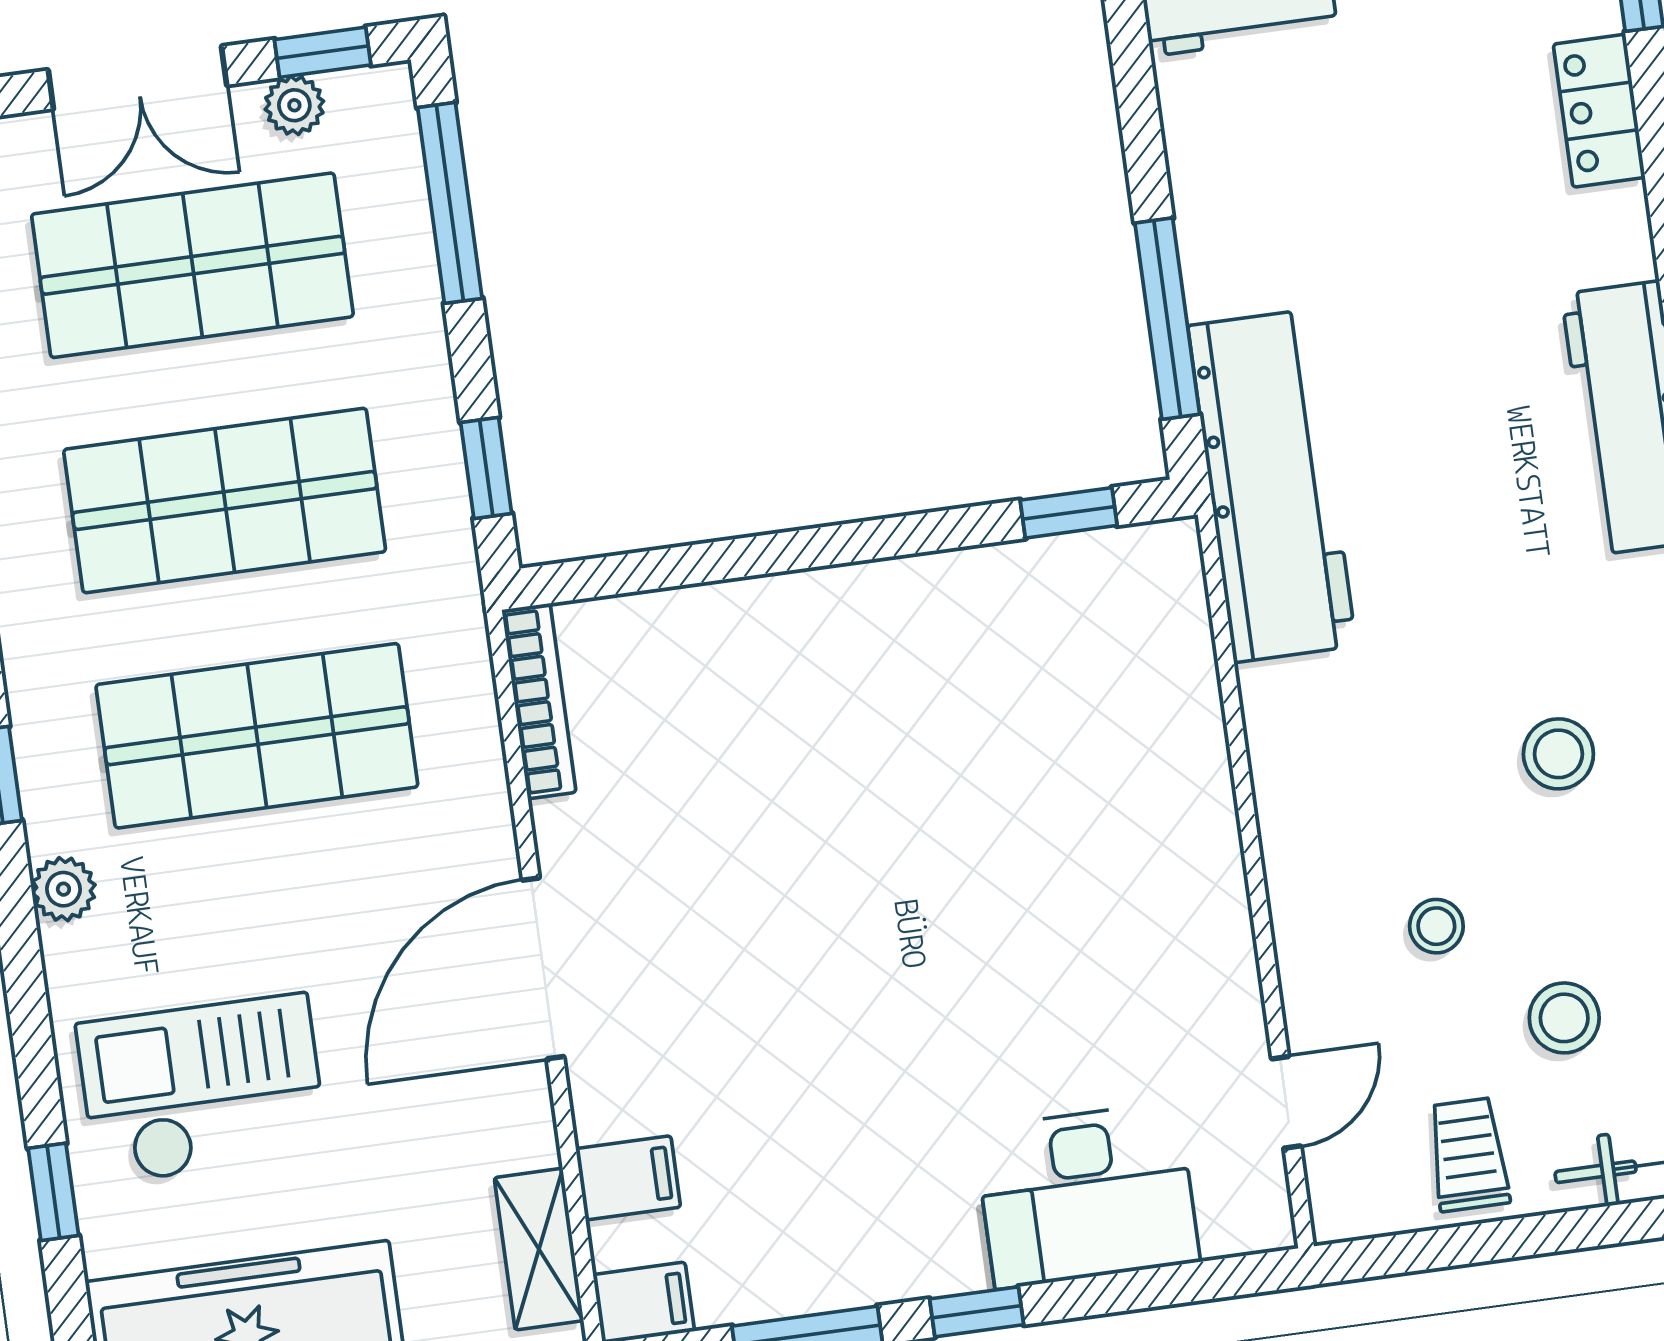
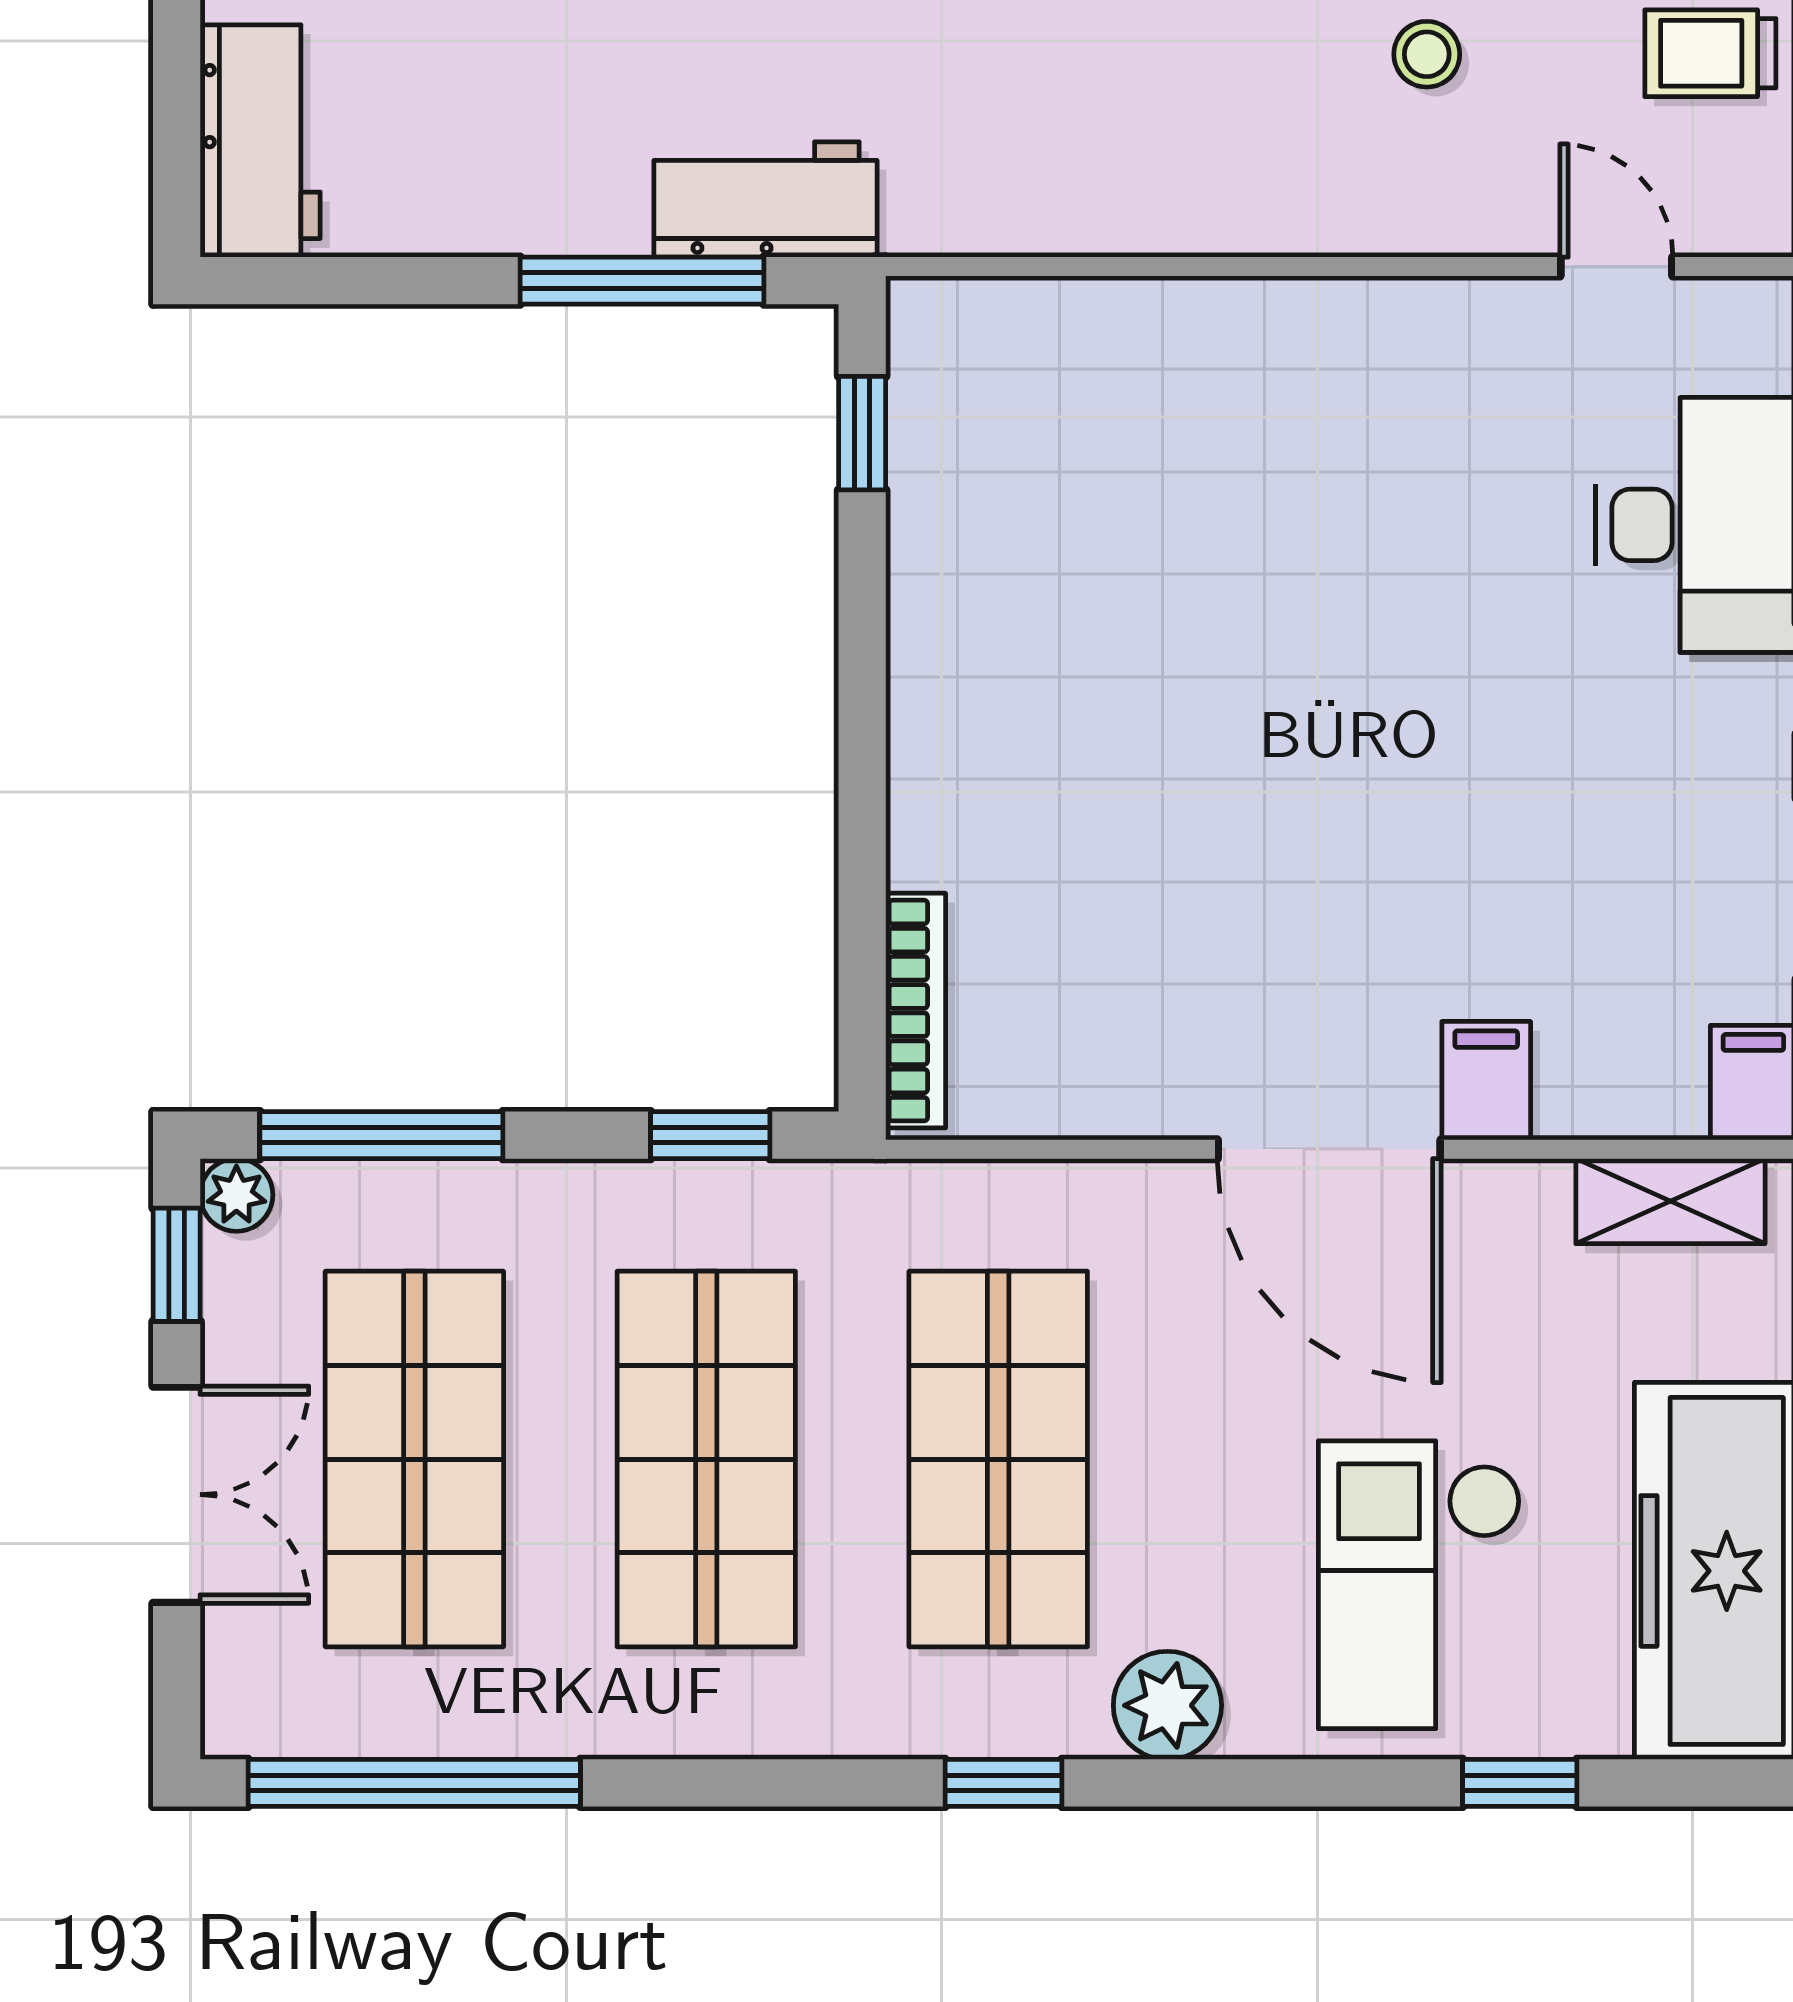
plant: (294, 105) -> (236, 1195), moved
workbench: (1272, 486) -> (765, 200), width x0.53, depth x0.76
bookcase: (539, 701) -> (916, 1011), moved, turned 90
plant: (63, 889) -> (1167, 1705), width x1.38, depth x1.38
filing cabinet: (628, 1178) -> (1486, 1081), moved

